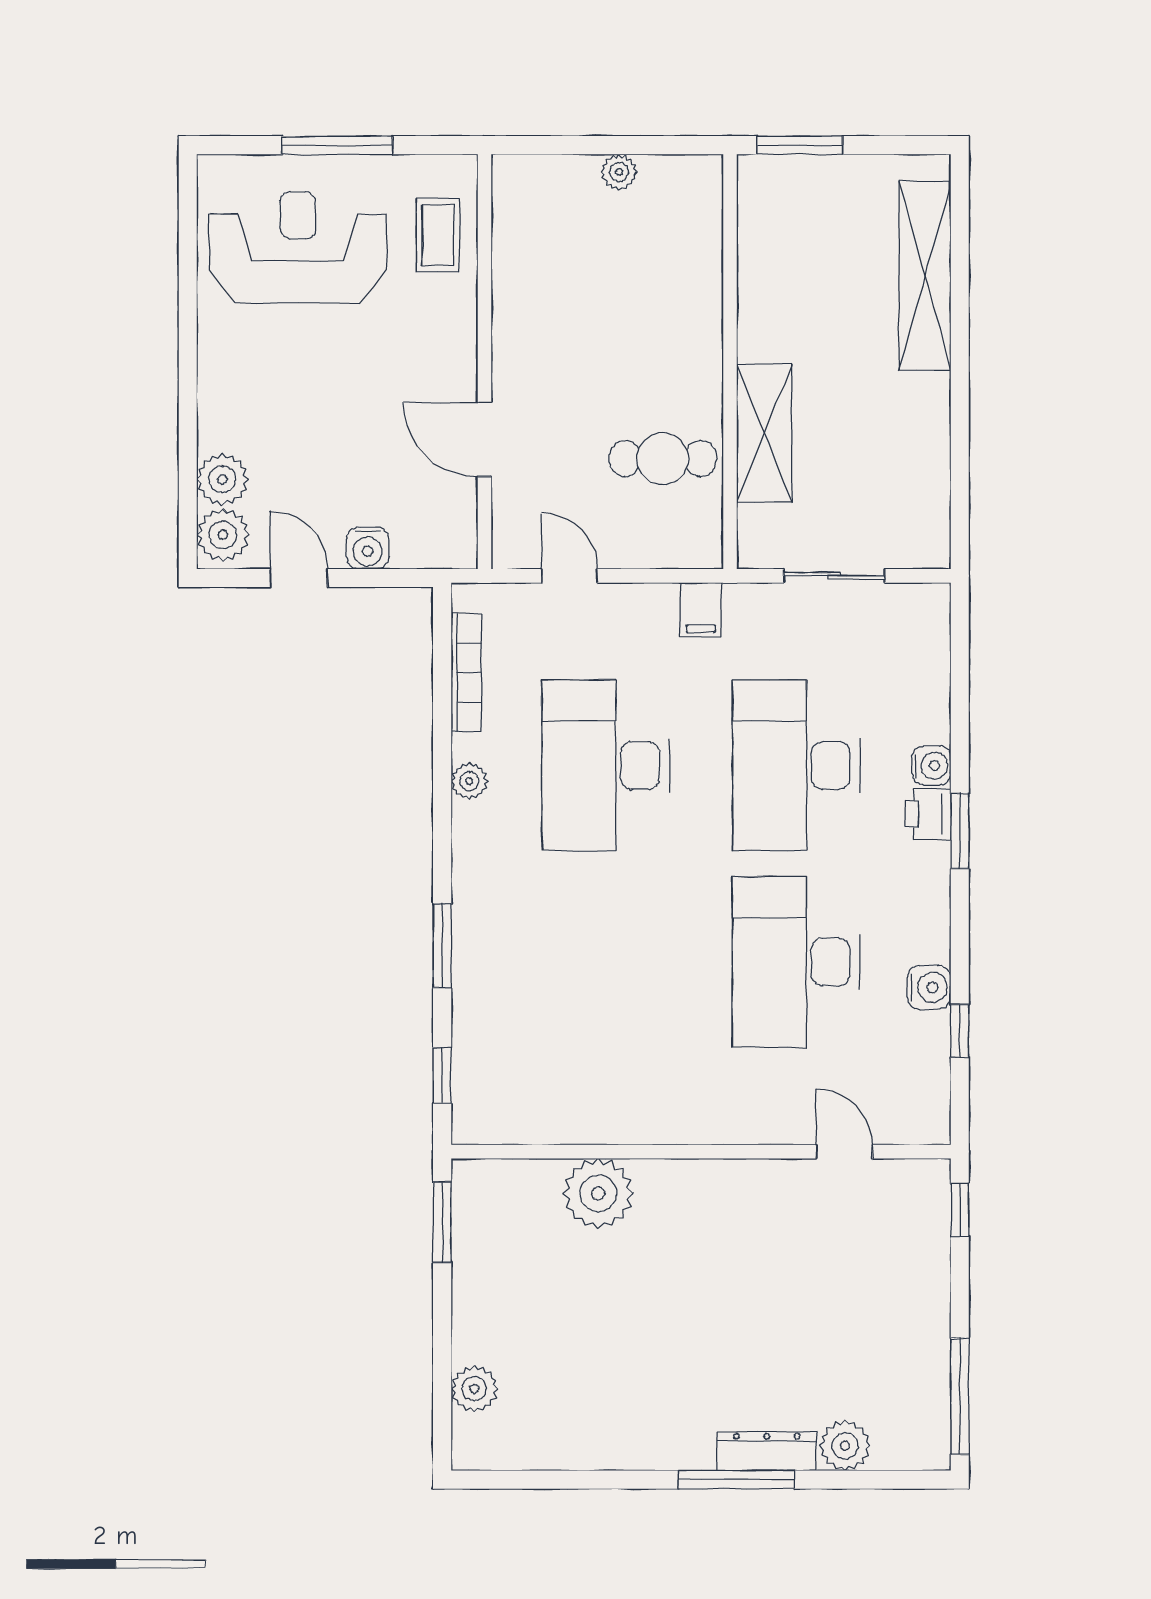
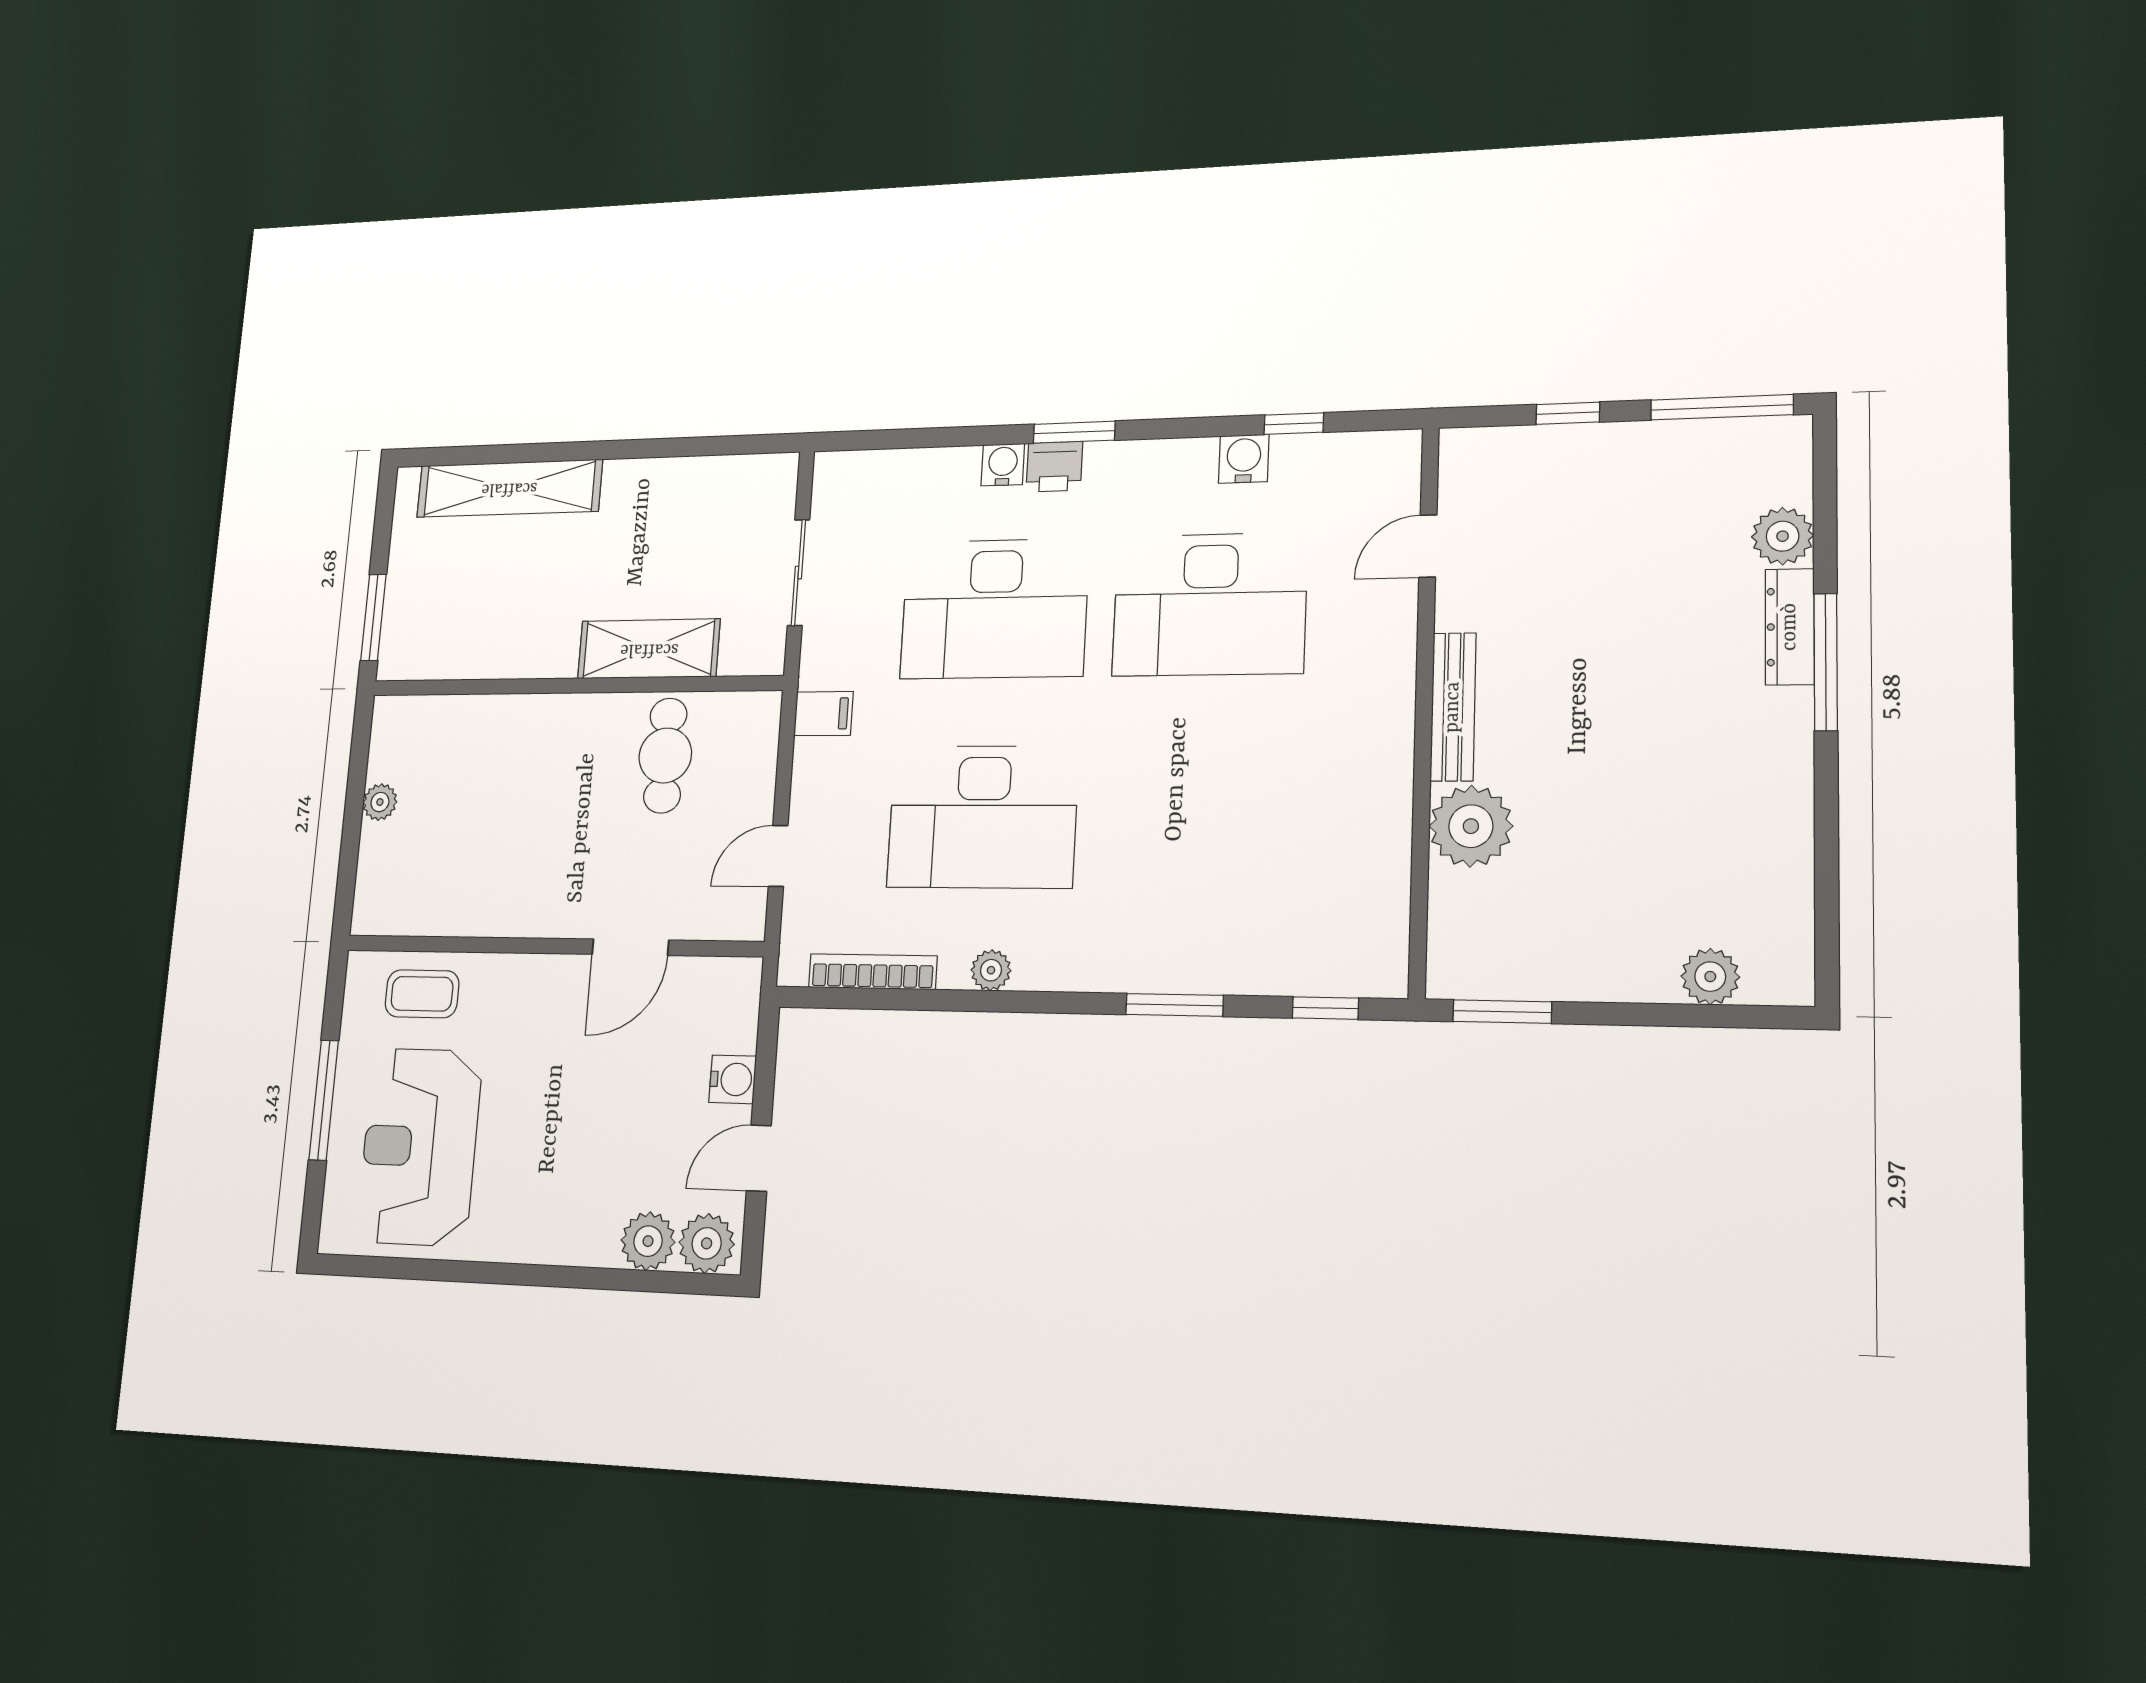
bench: (702, 1176) -> (1453, 707), added
window: (960, 1210) -> (1568, 413), moved

